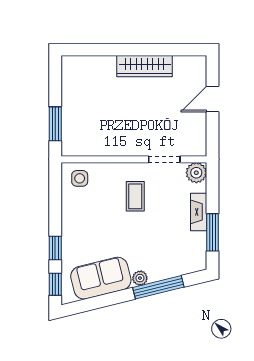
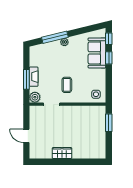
wardrobe: (145, 66) -> (62, 153), width x0.67
door: (213, 99) -> (26, 136), swing flipped
window: (213, 232) -> (26, 79), moved
sofa: (101, 278) -> (97, 53), moved, turned 104

